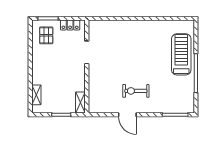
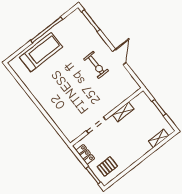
treadmill: (181, 54) -> (41, 52), turned 180
shelving: (80, 102) -> (123, 112), moved

